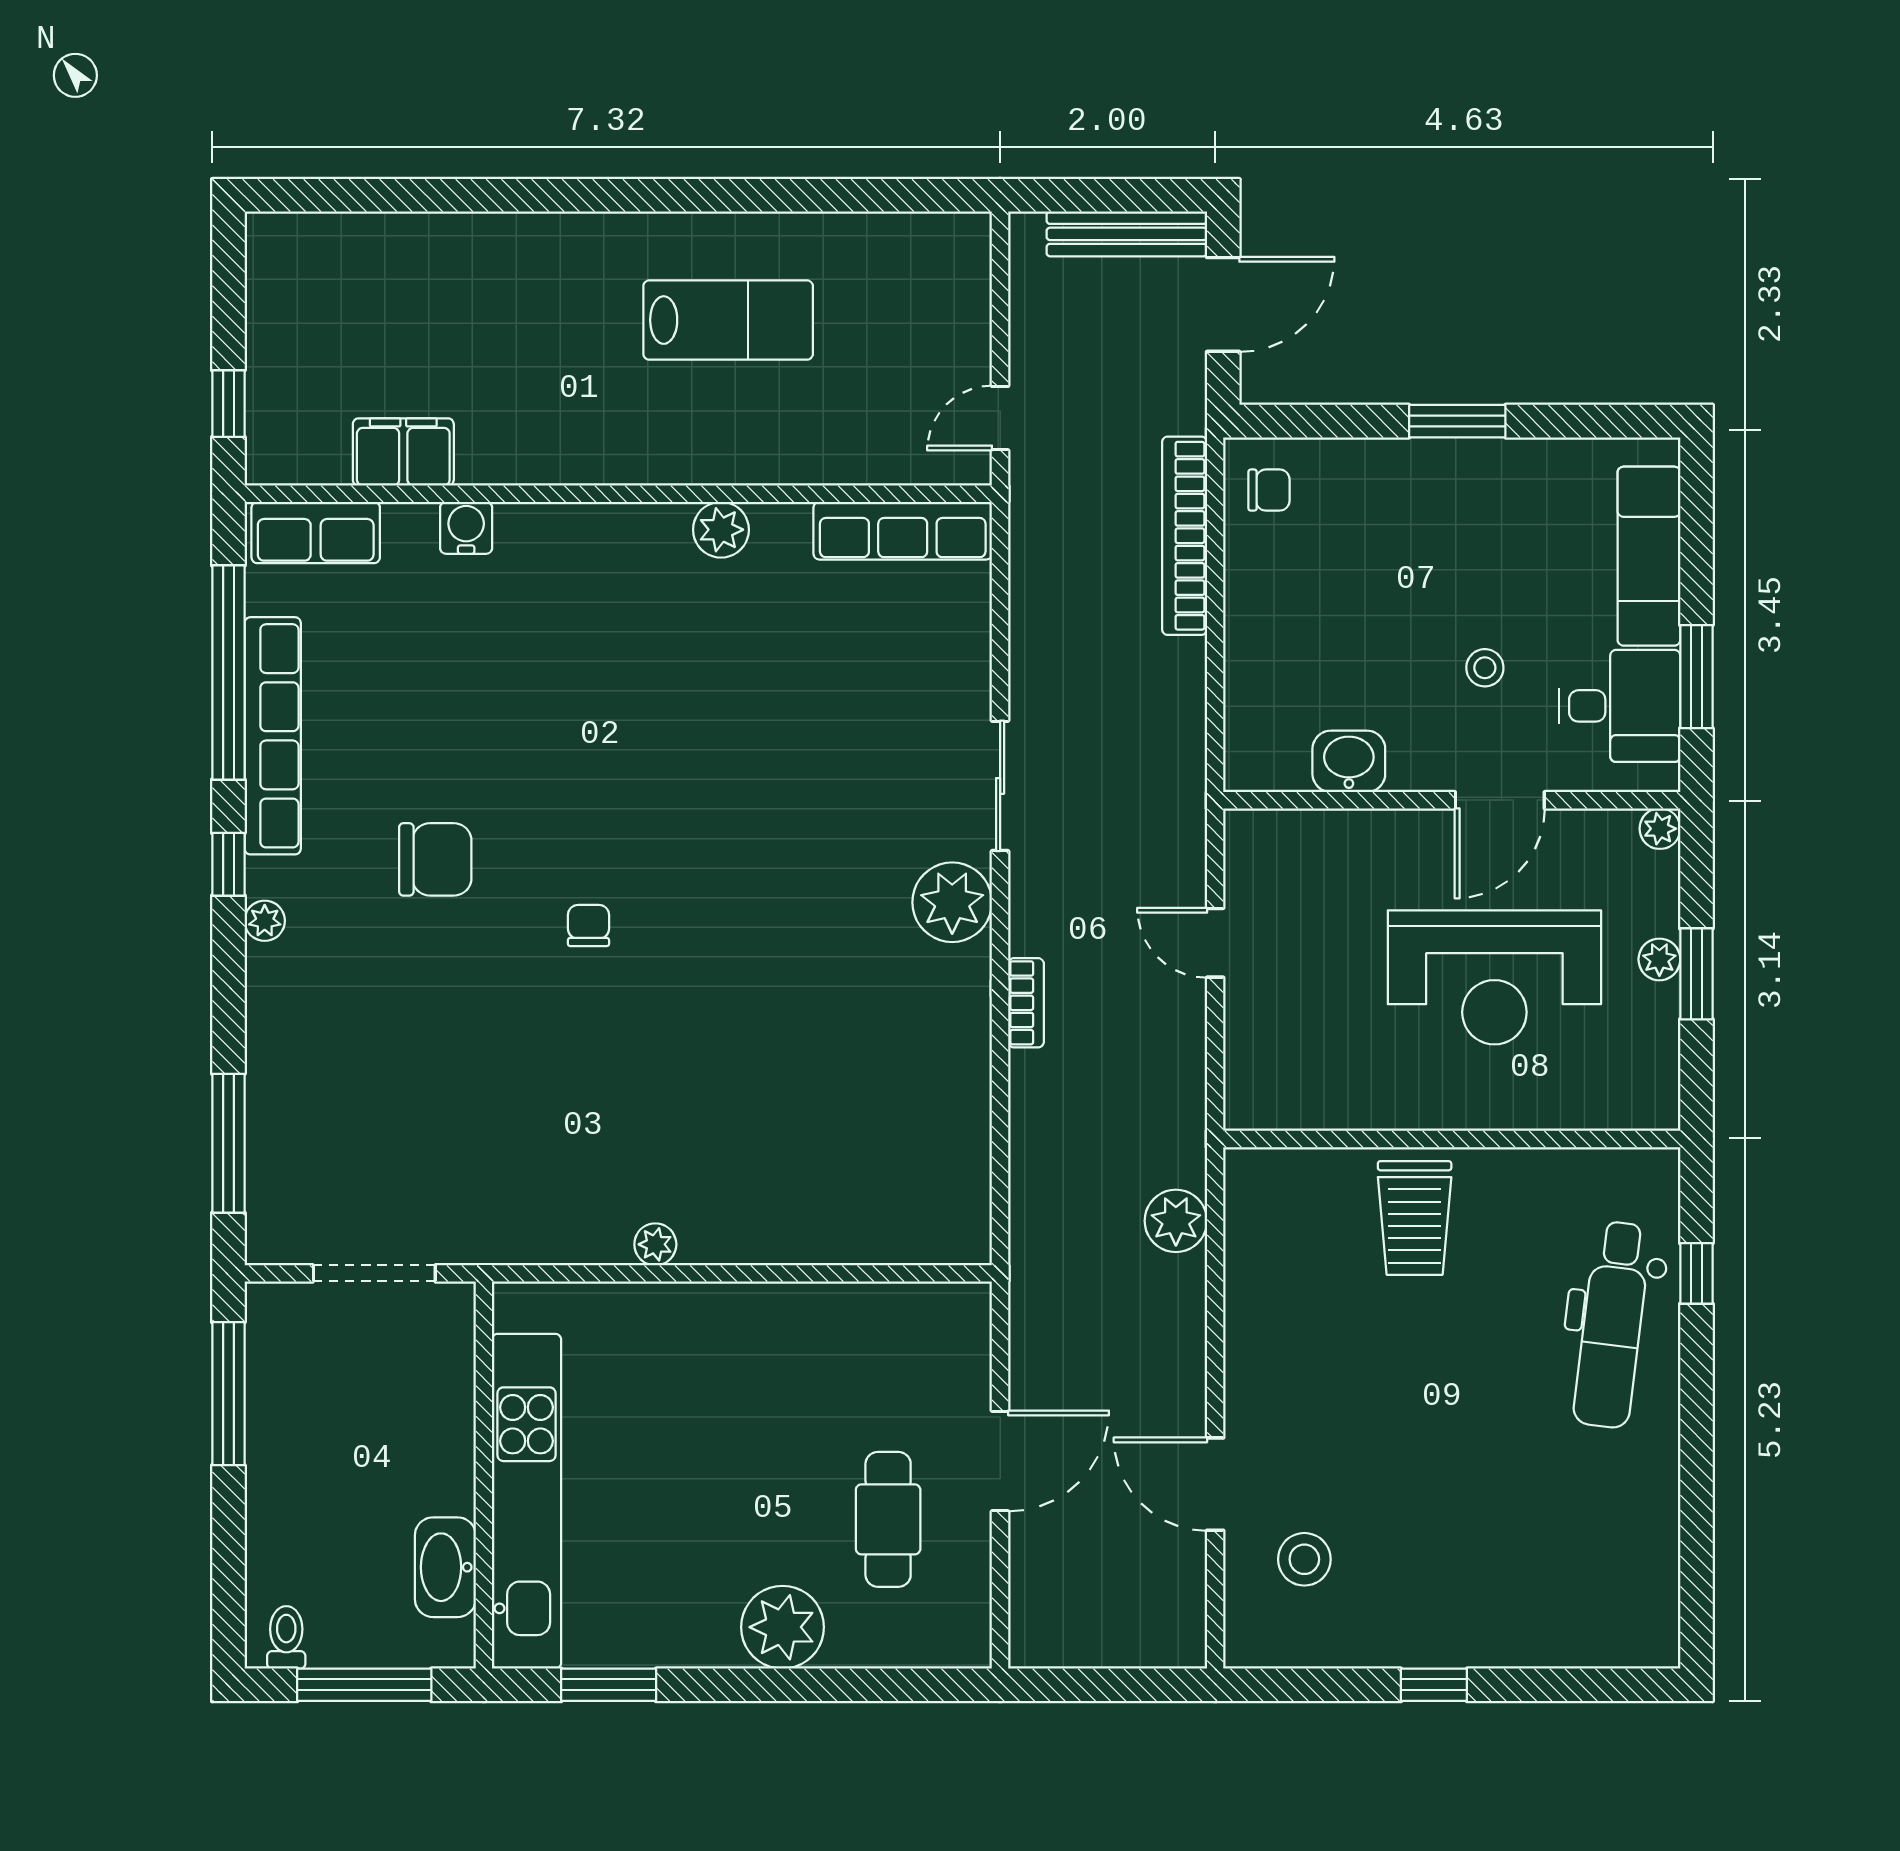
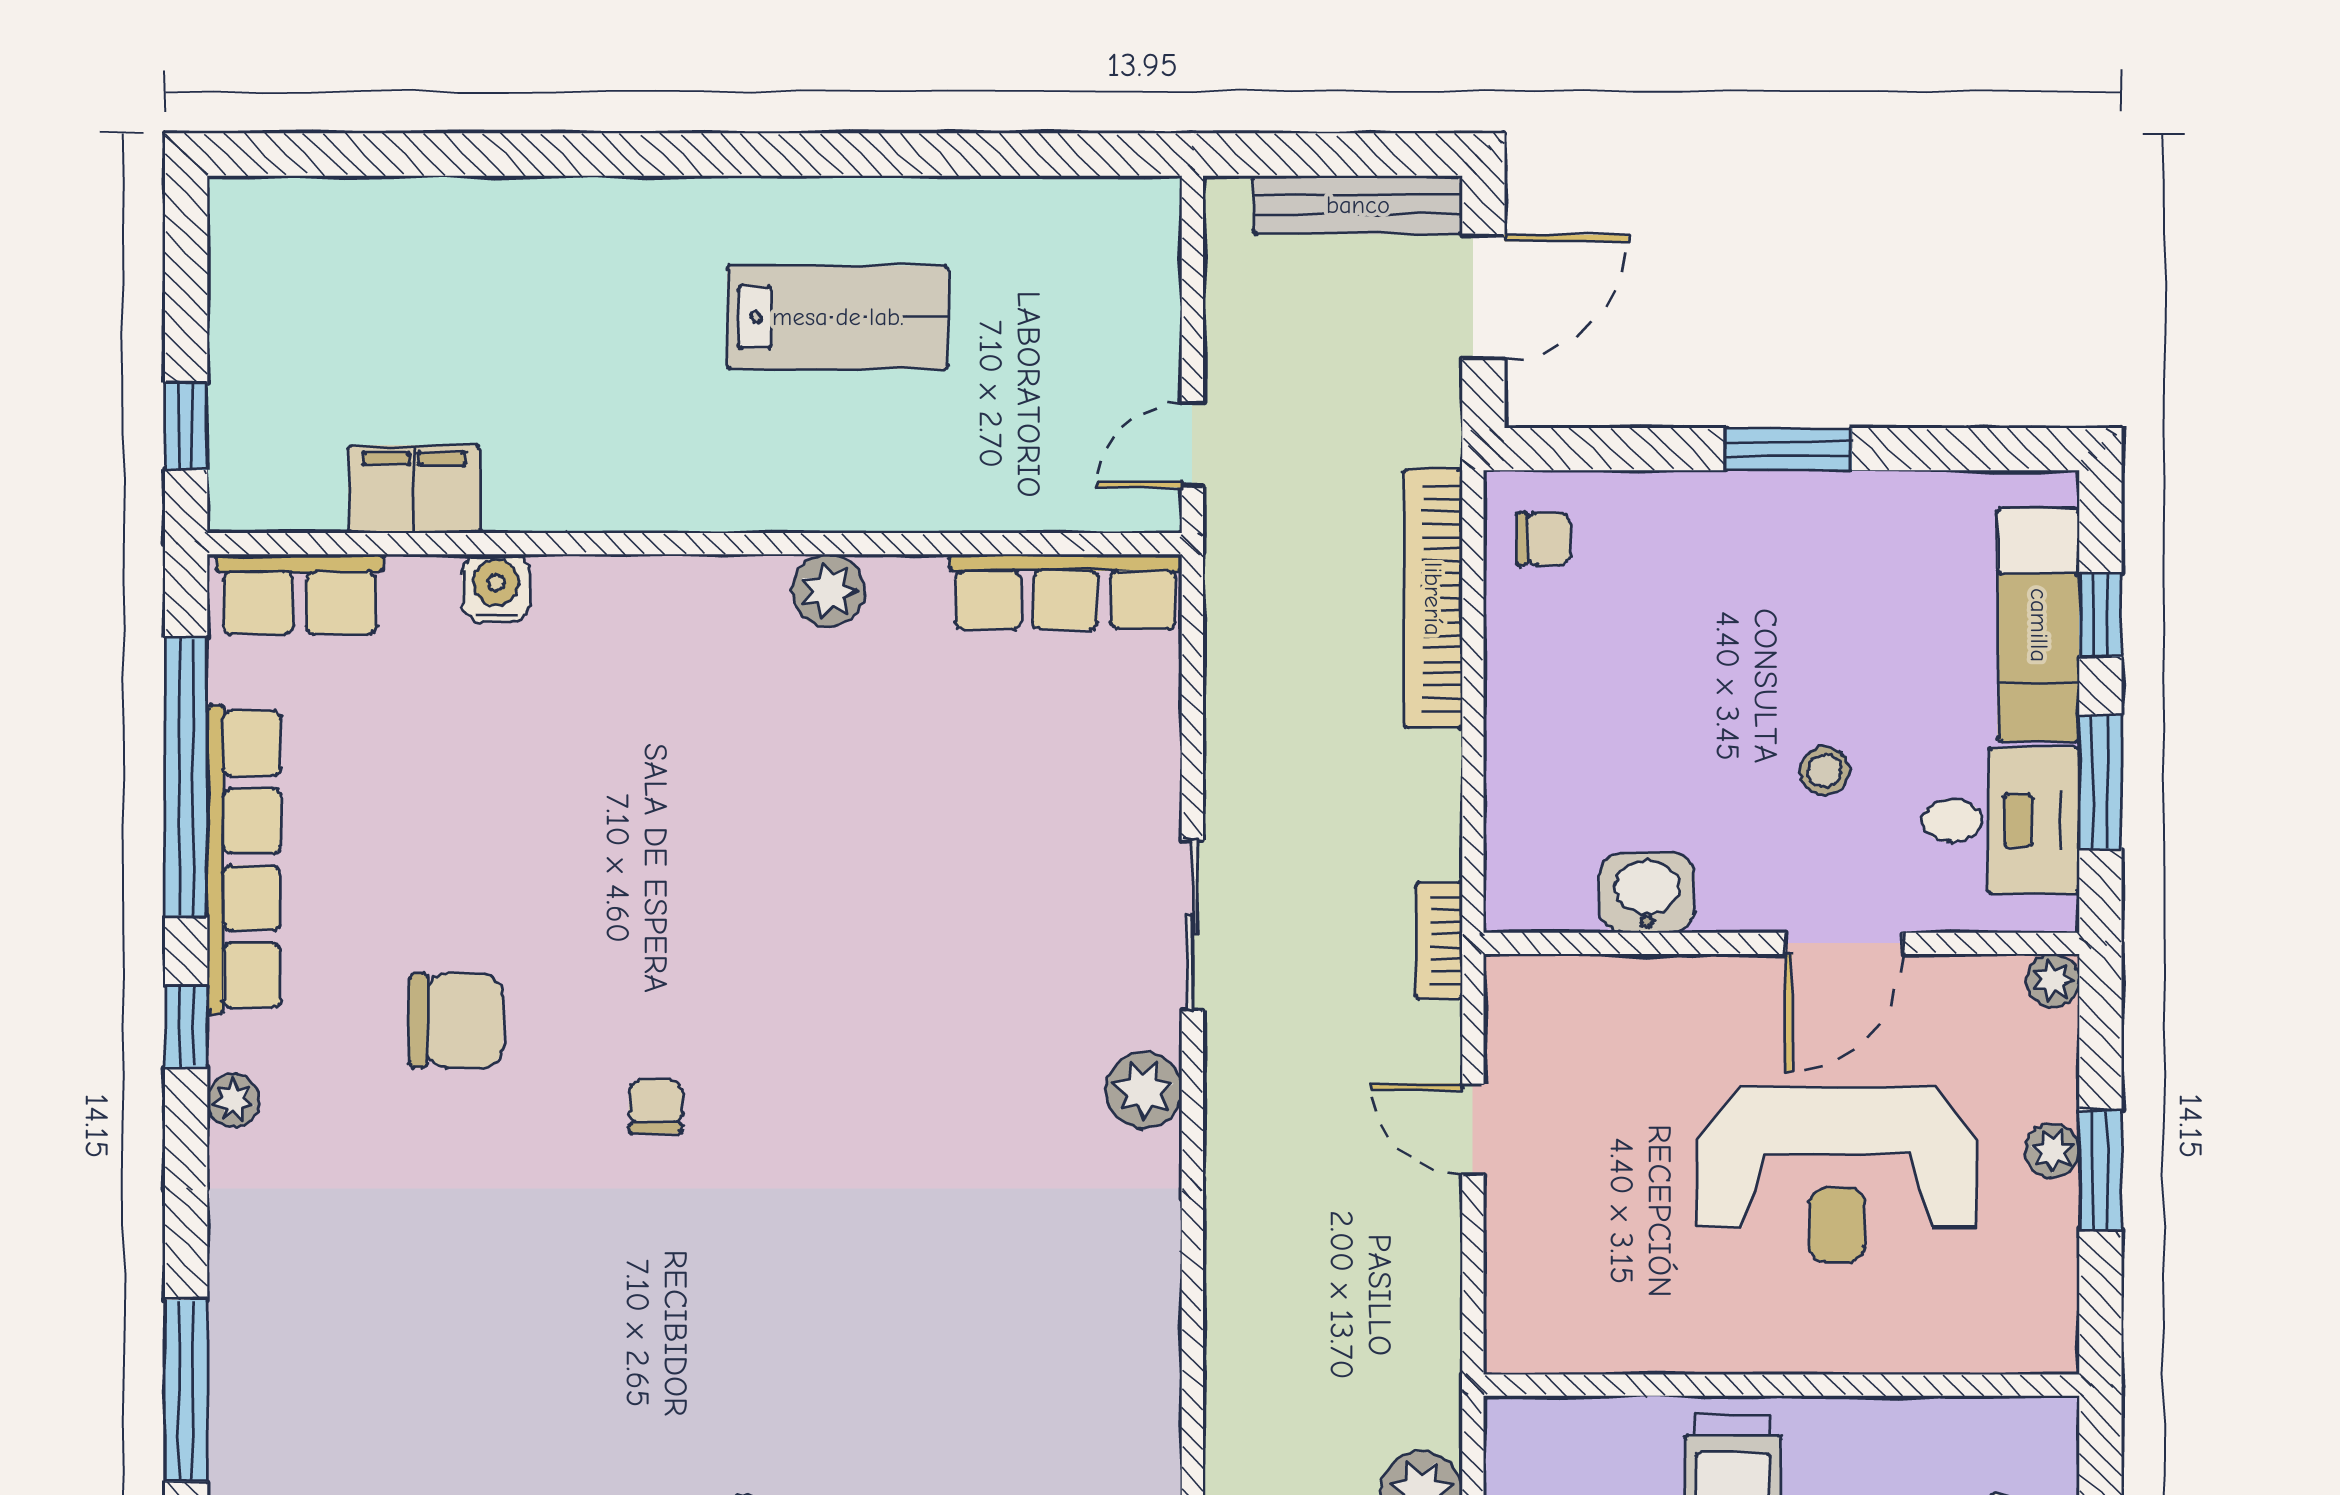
window: (1696, 549) -> (2100, 615), added
plant: (952, 902) -> (1144, 1090), width x0.73, depth x0.73
bookcase: (1026, 1003) -> (1439, 940), moved, turned 180

